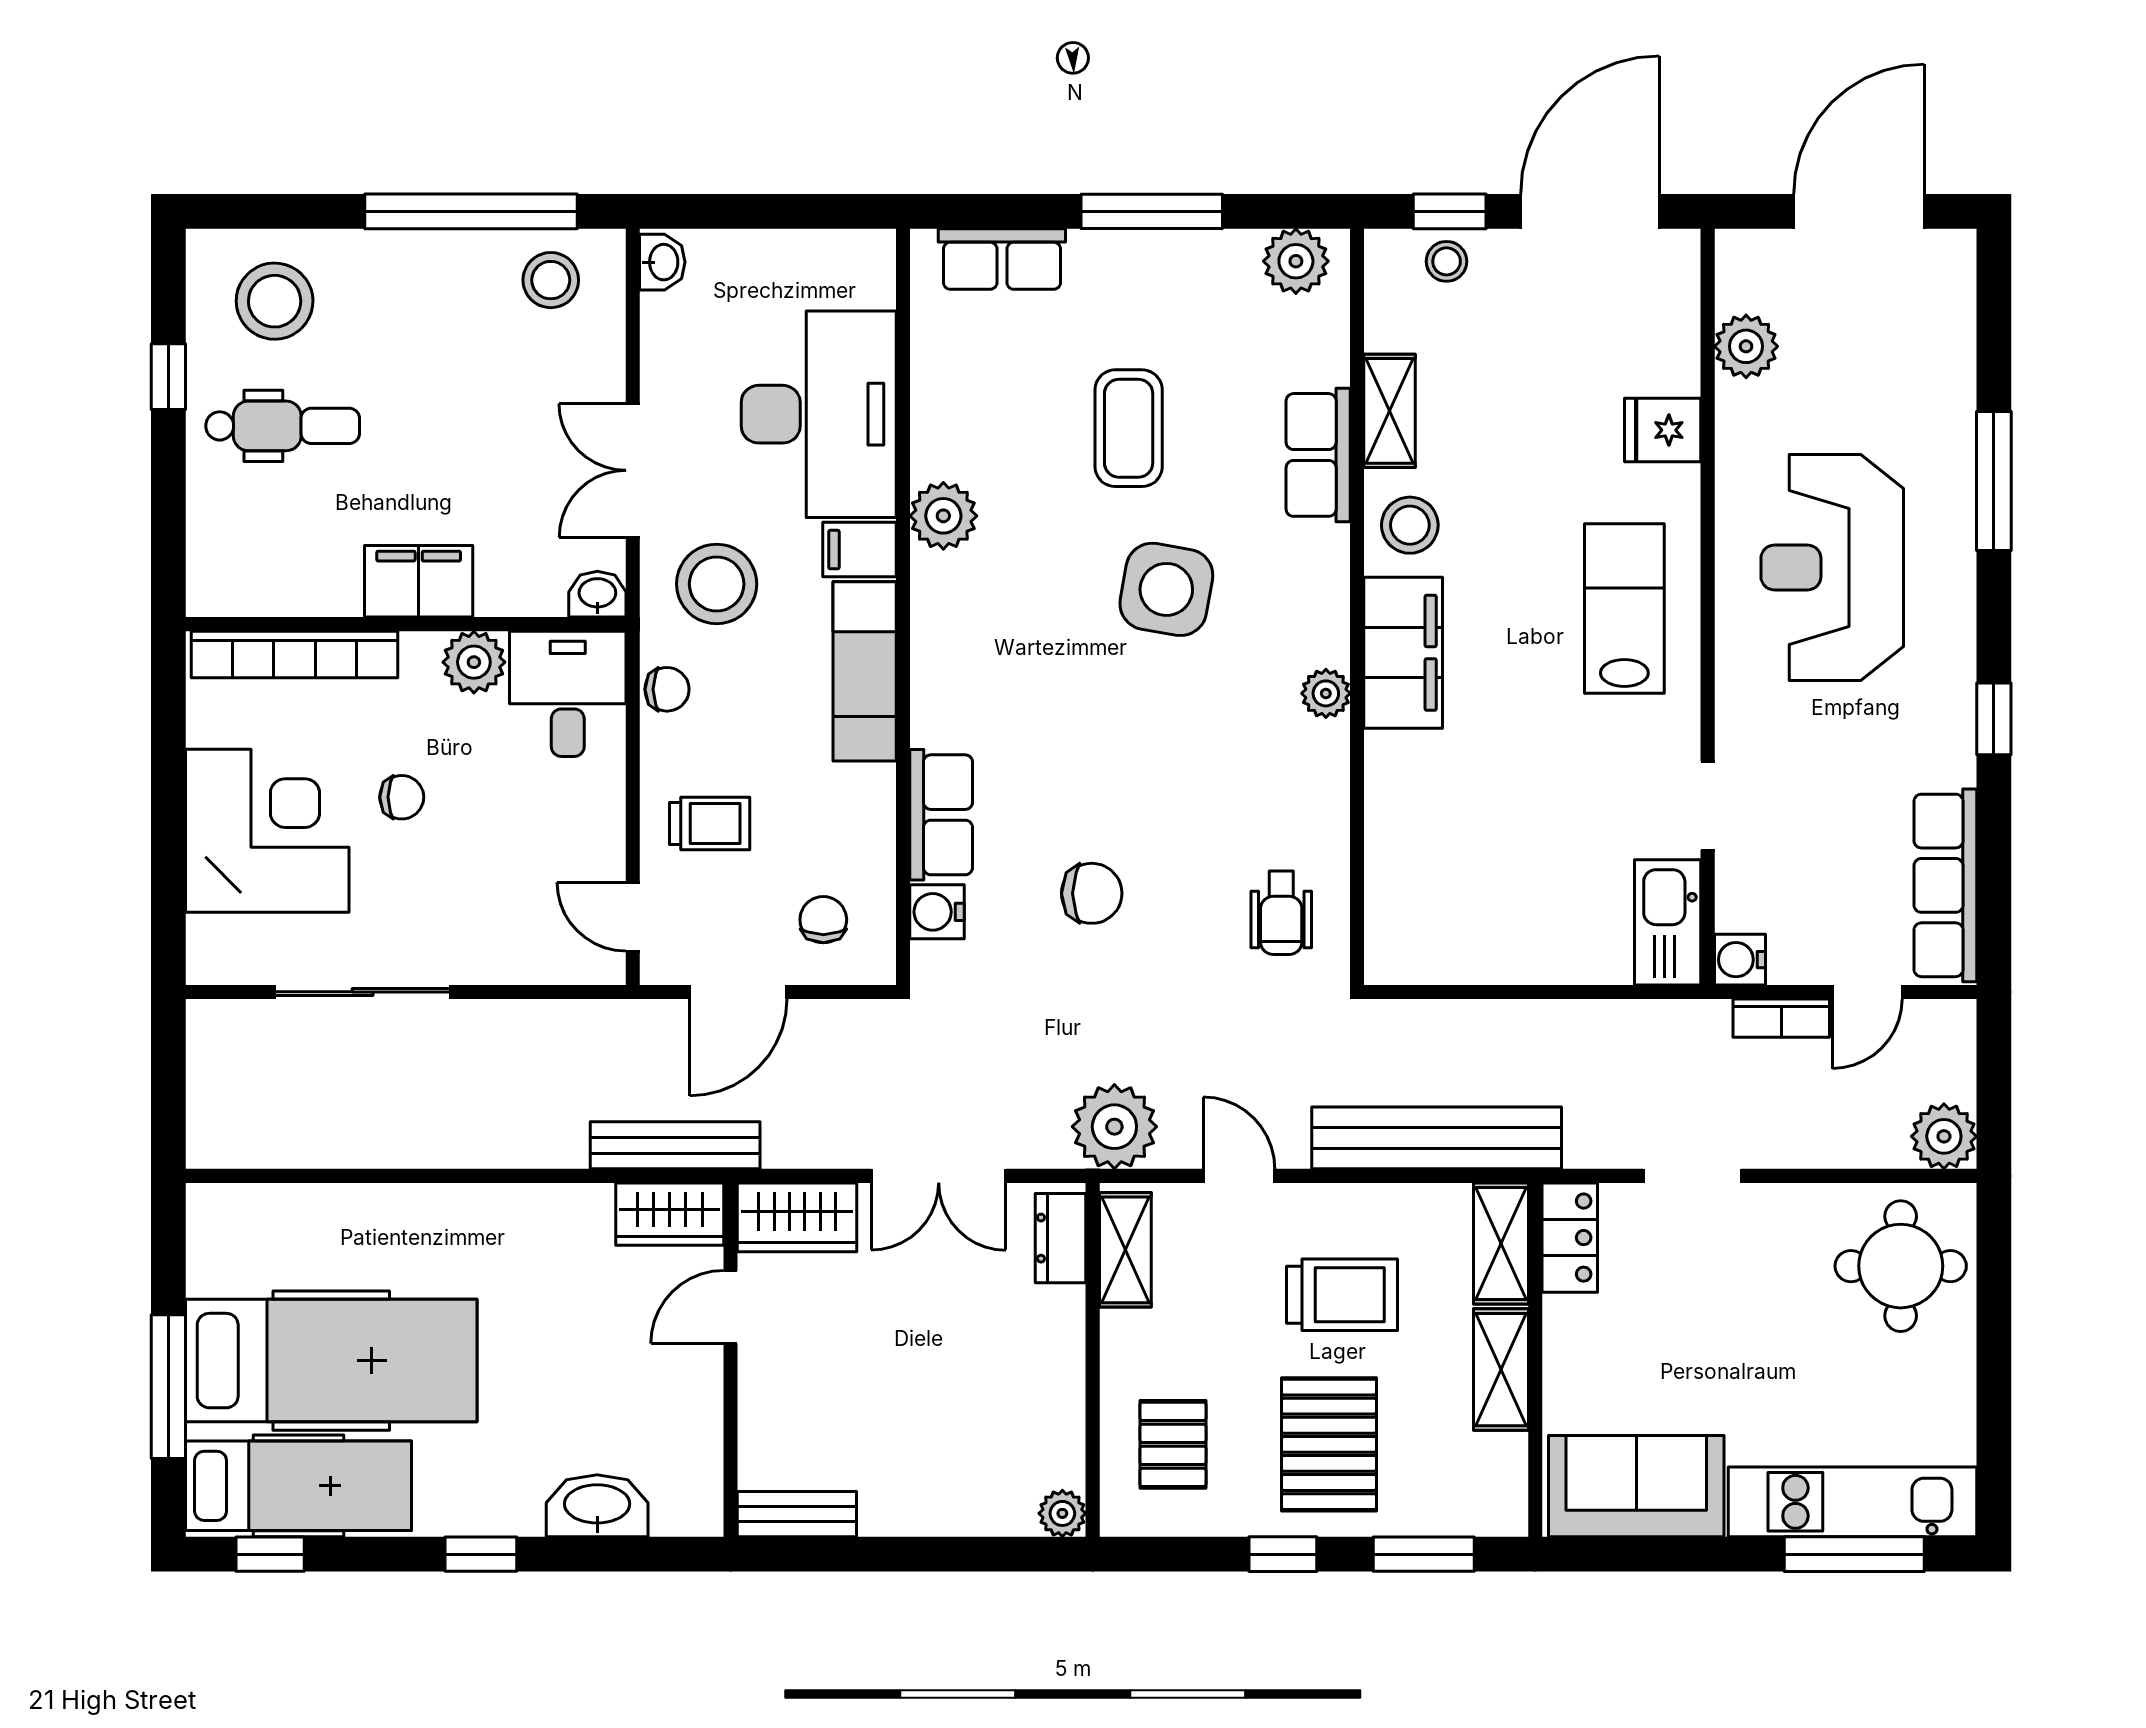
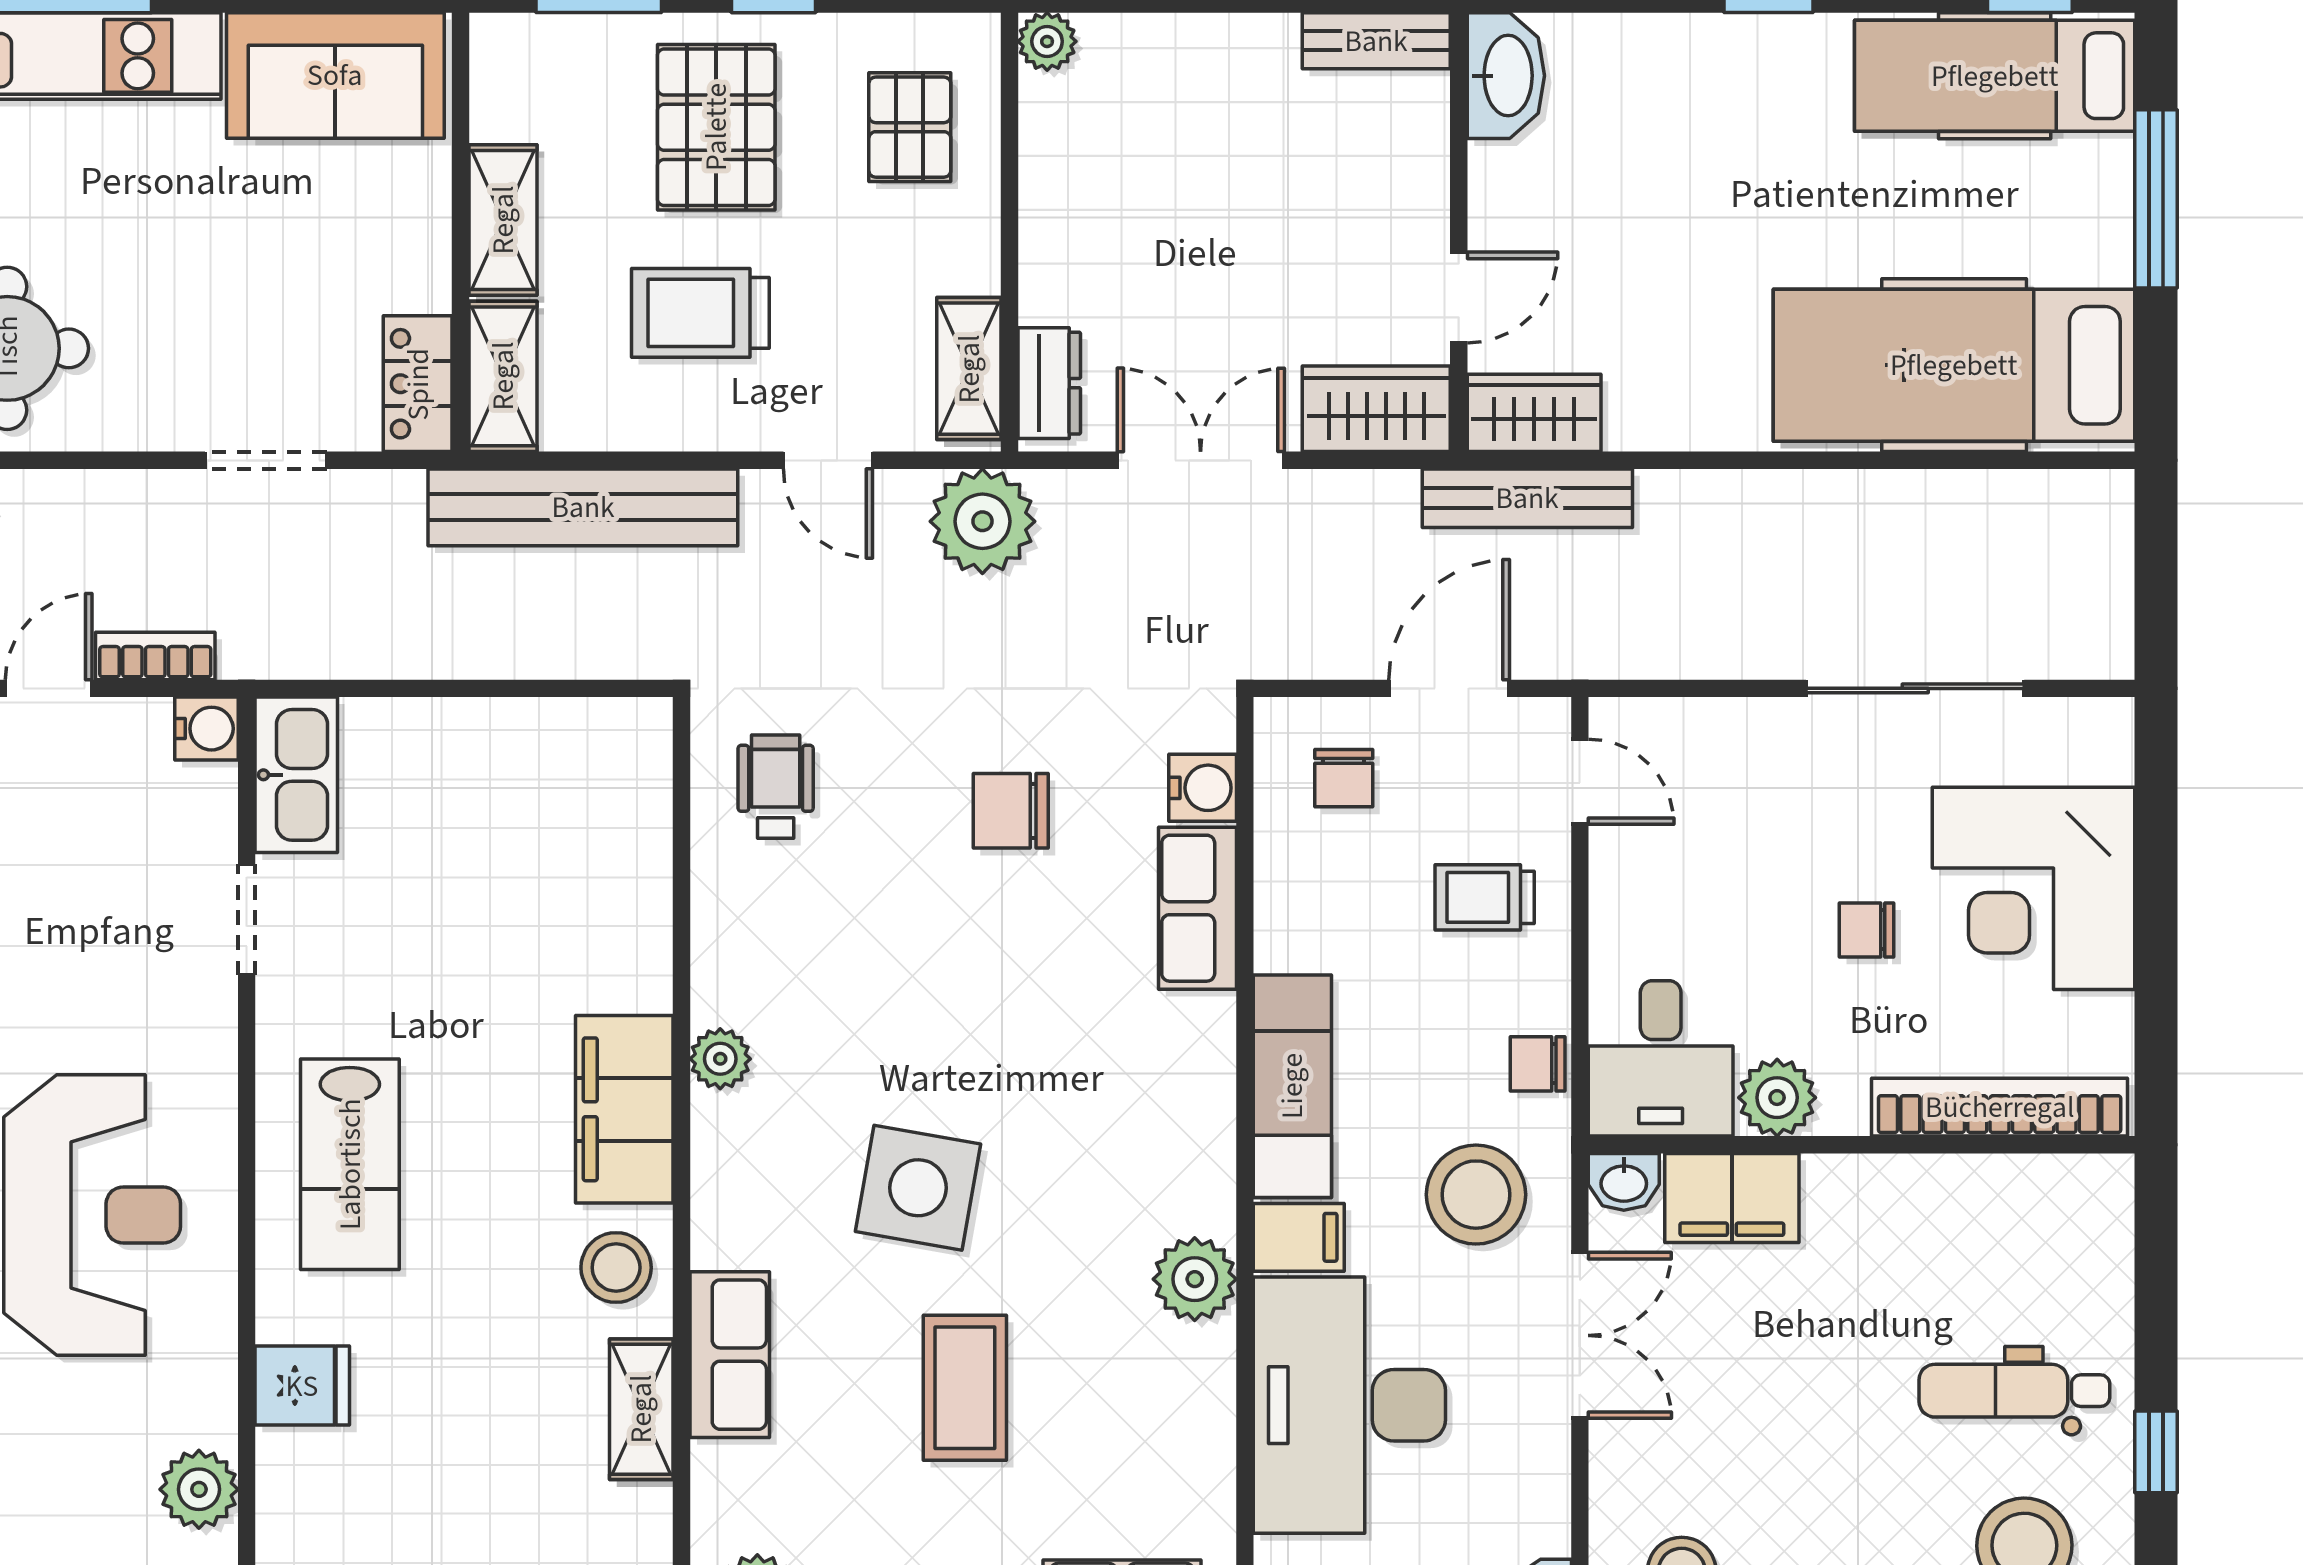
filing cabinet: (419, 581) -> (1732, 1198), moved
hospital bed: (331, 1361) -> (1954, 365), moved
washbasin: (597, 1506) -> (1506, 76), moved, turned -90

